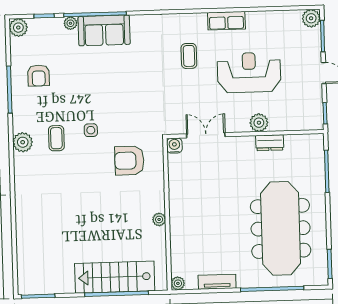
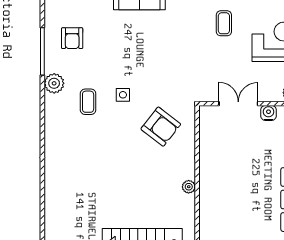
plant: (23, 142) -> (54, 83), moved
water cooler: (174, 146) -> (269, 113), moved
armchair: (129, 161) -> (161, 127), turned -142

